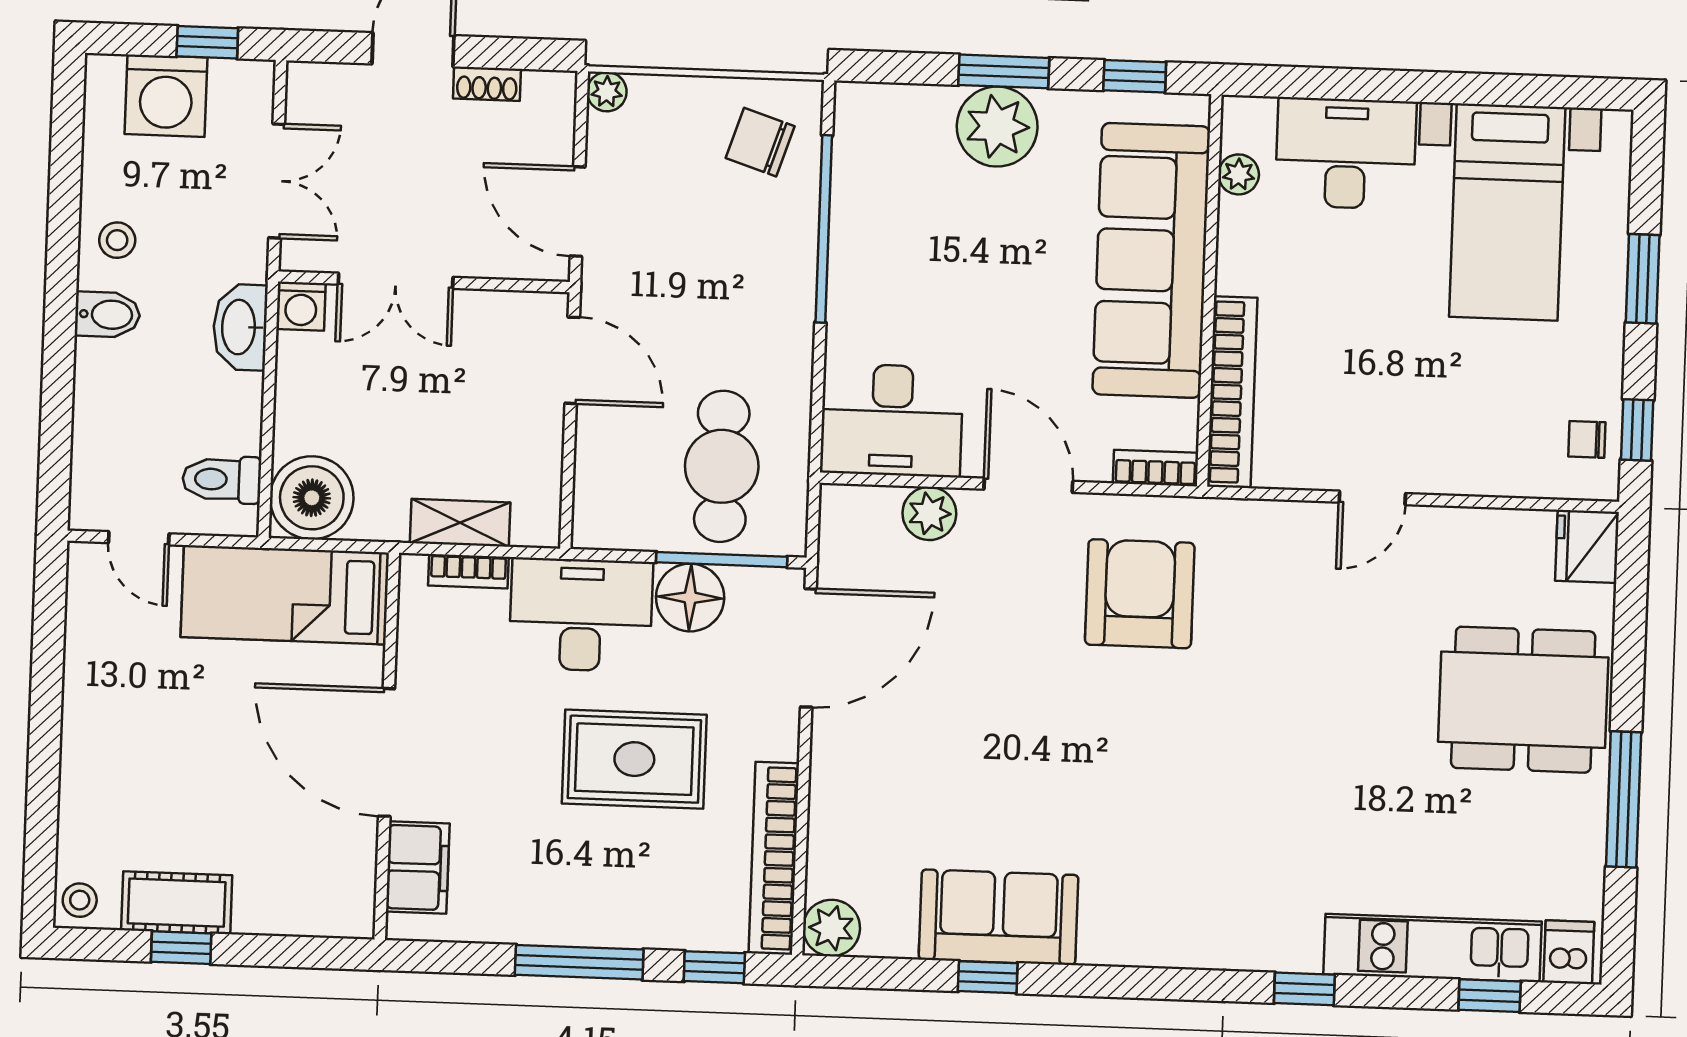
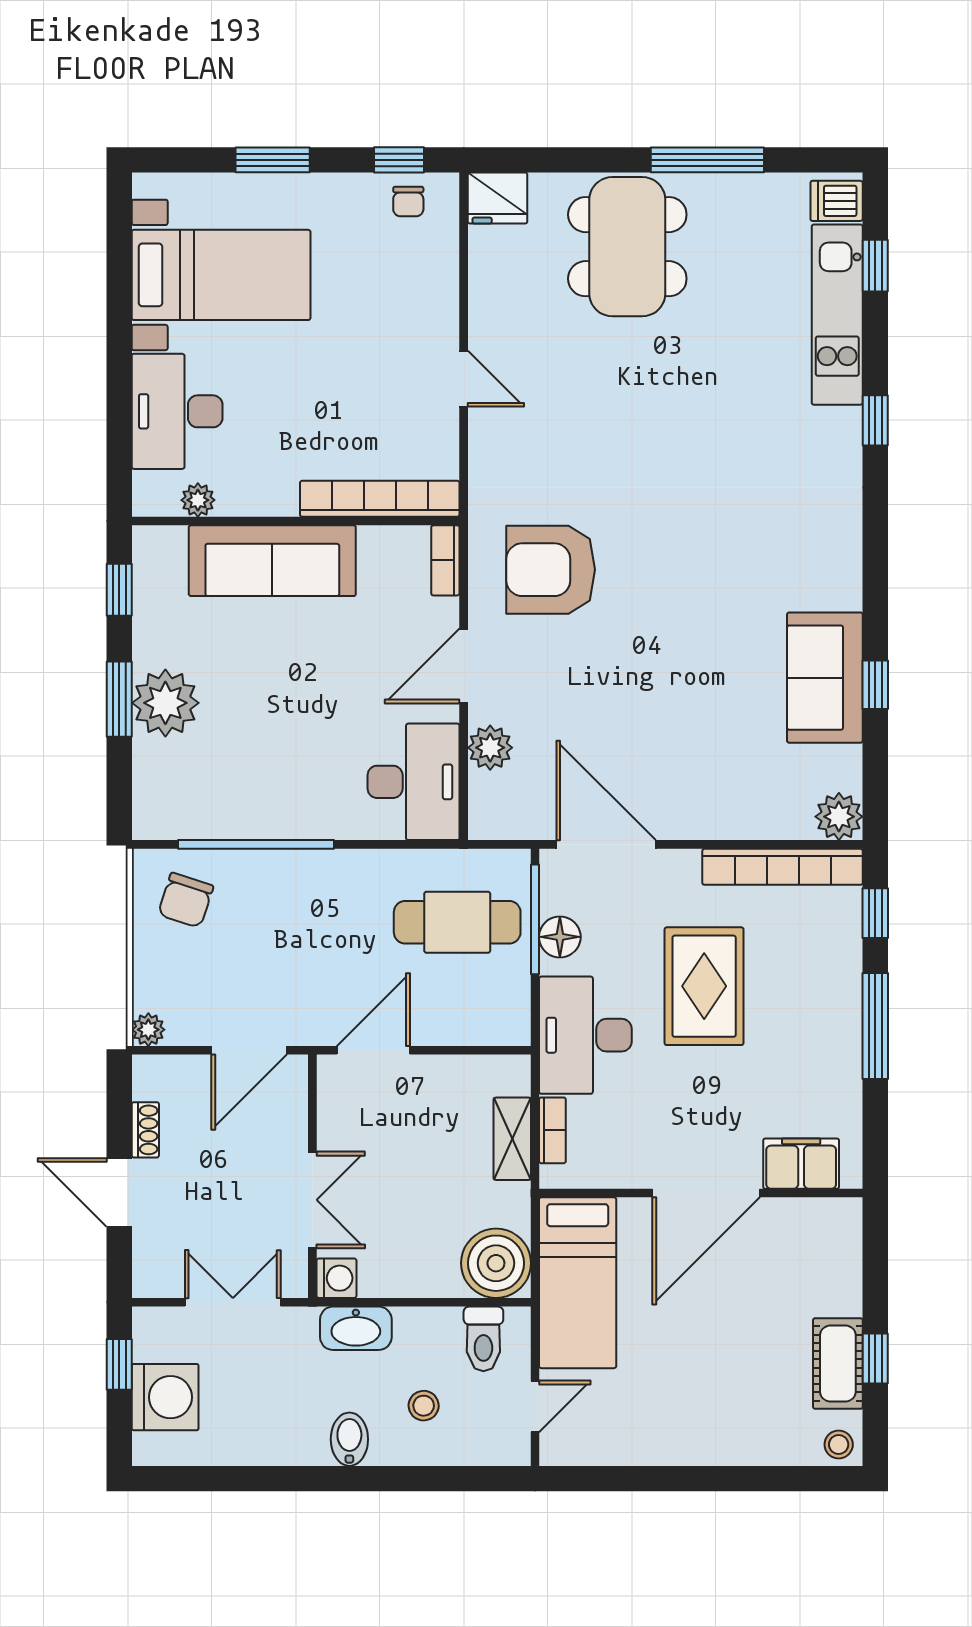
stool: (117, 240) -> (424, 1406), moved
sofa: (1151, 260) -> (272, 561), width x0.74, depth x0.79
floor lamp: (690, 598) -> (560, 937), width x0.73, depth x0.73

